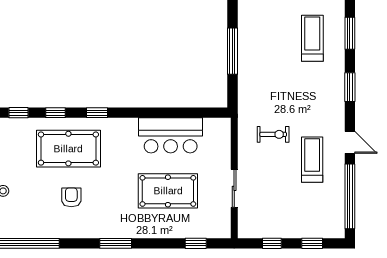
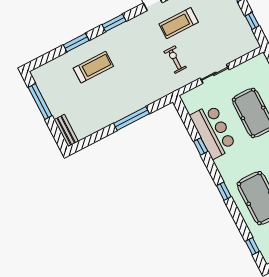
treadmill: (312, 38) -> (93, 67), turned 180
window: (55, 113) -> (201, 146), moved
sliding door: (234, 188) -> (215, 74), moved

